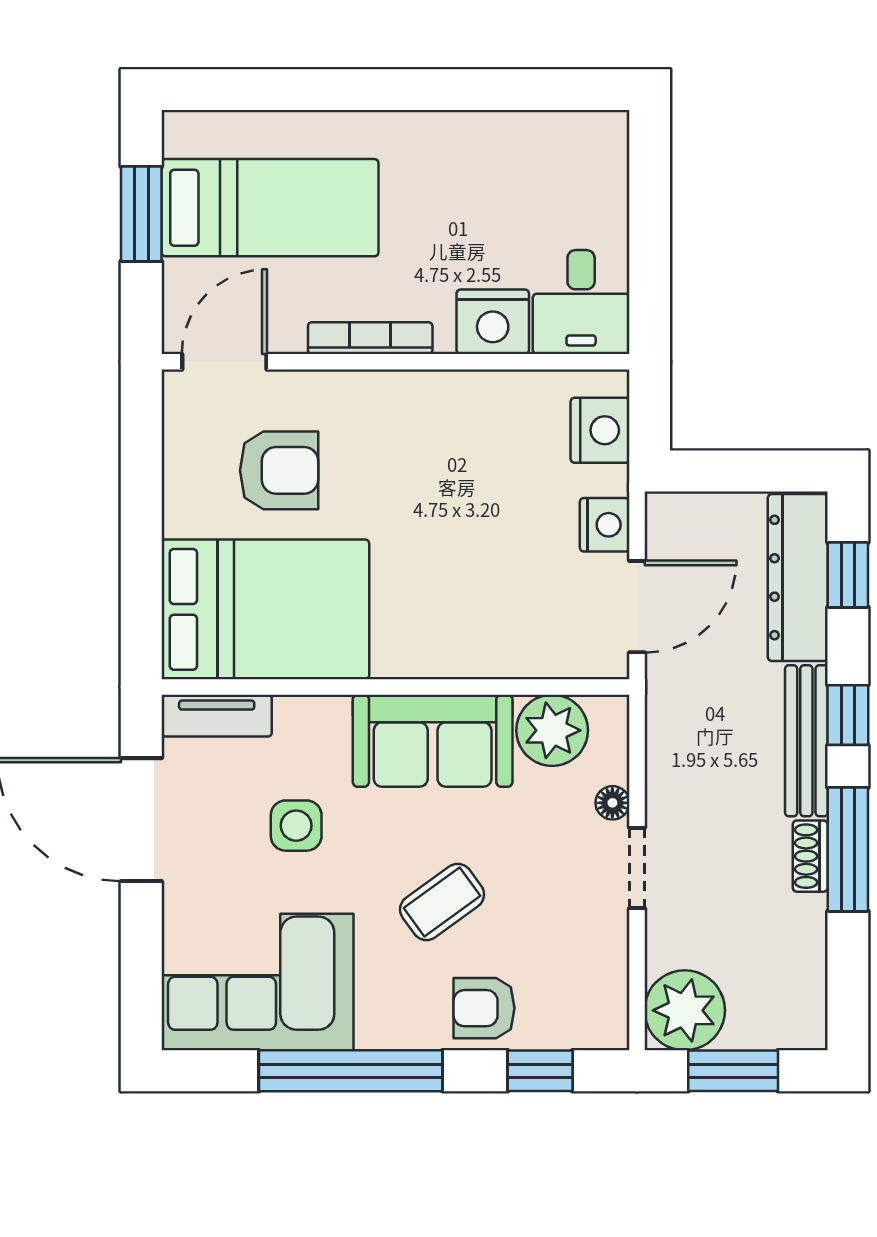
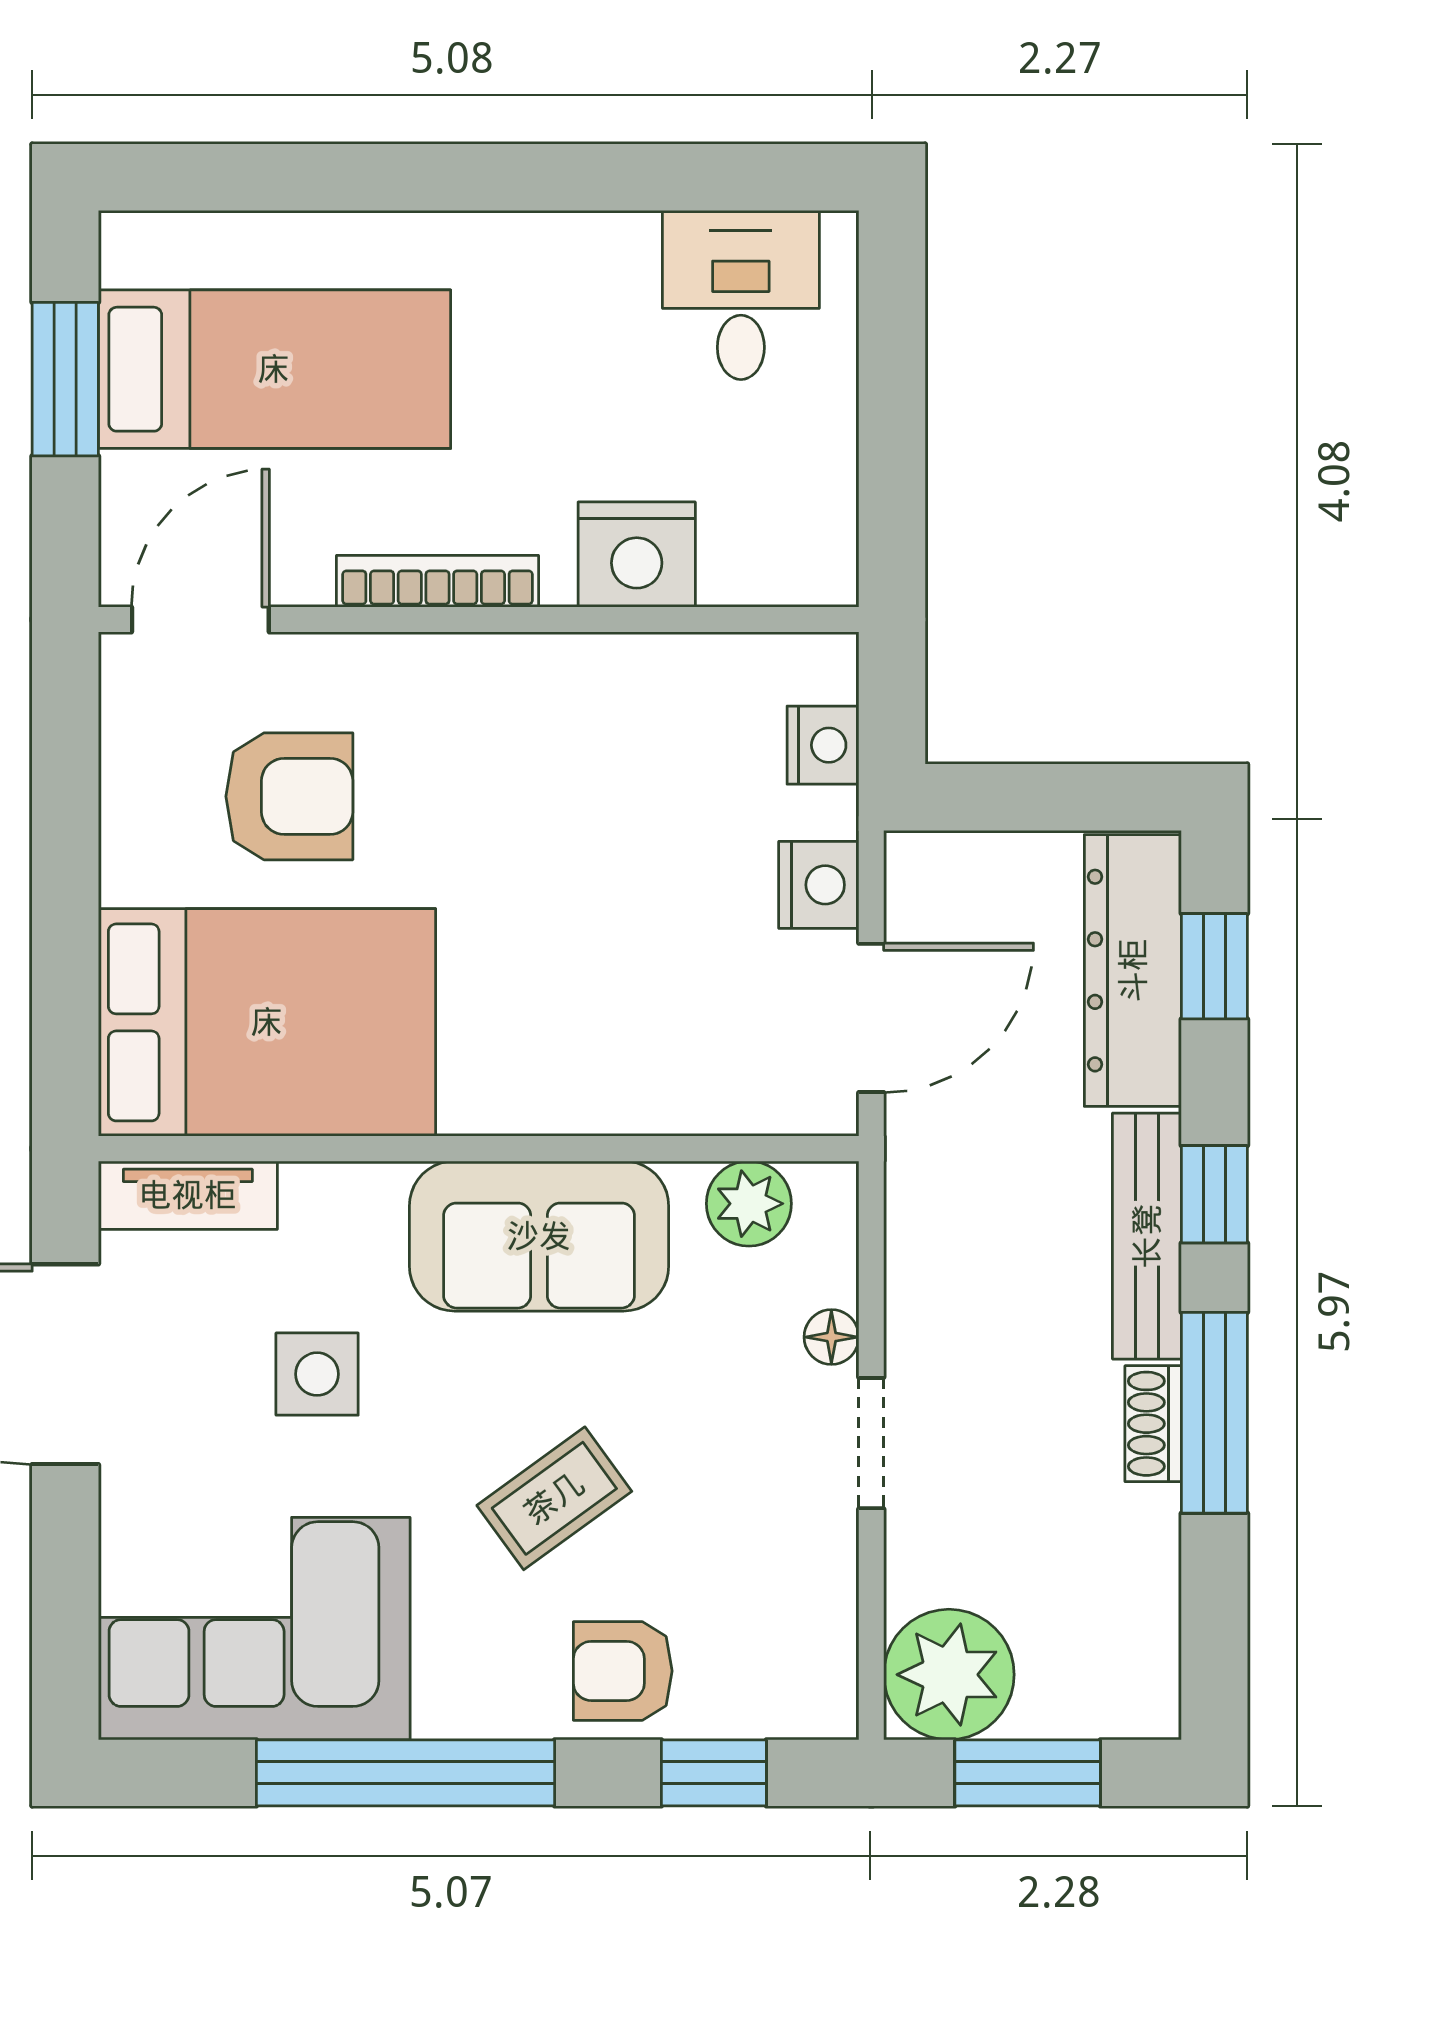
desk: (581, 302) -> (741, 295), moved, turned 180
nightstand: (600, 430) -> (823, 745), width x0.74, depth x0.75
plant: (552, 730) -> (749, 1204), width x0.73, depth x0.73

